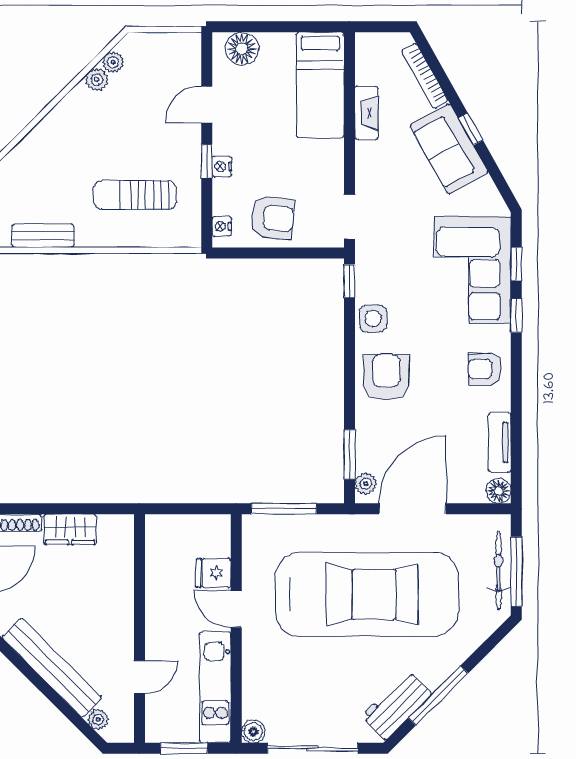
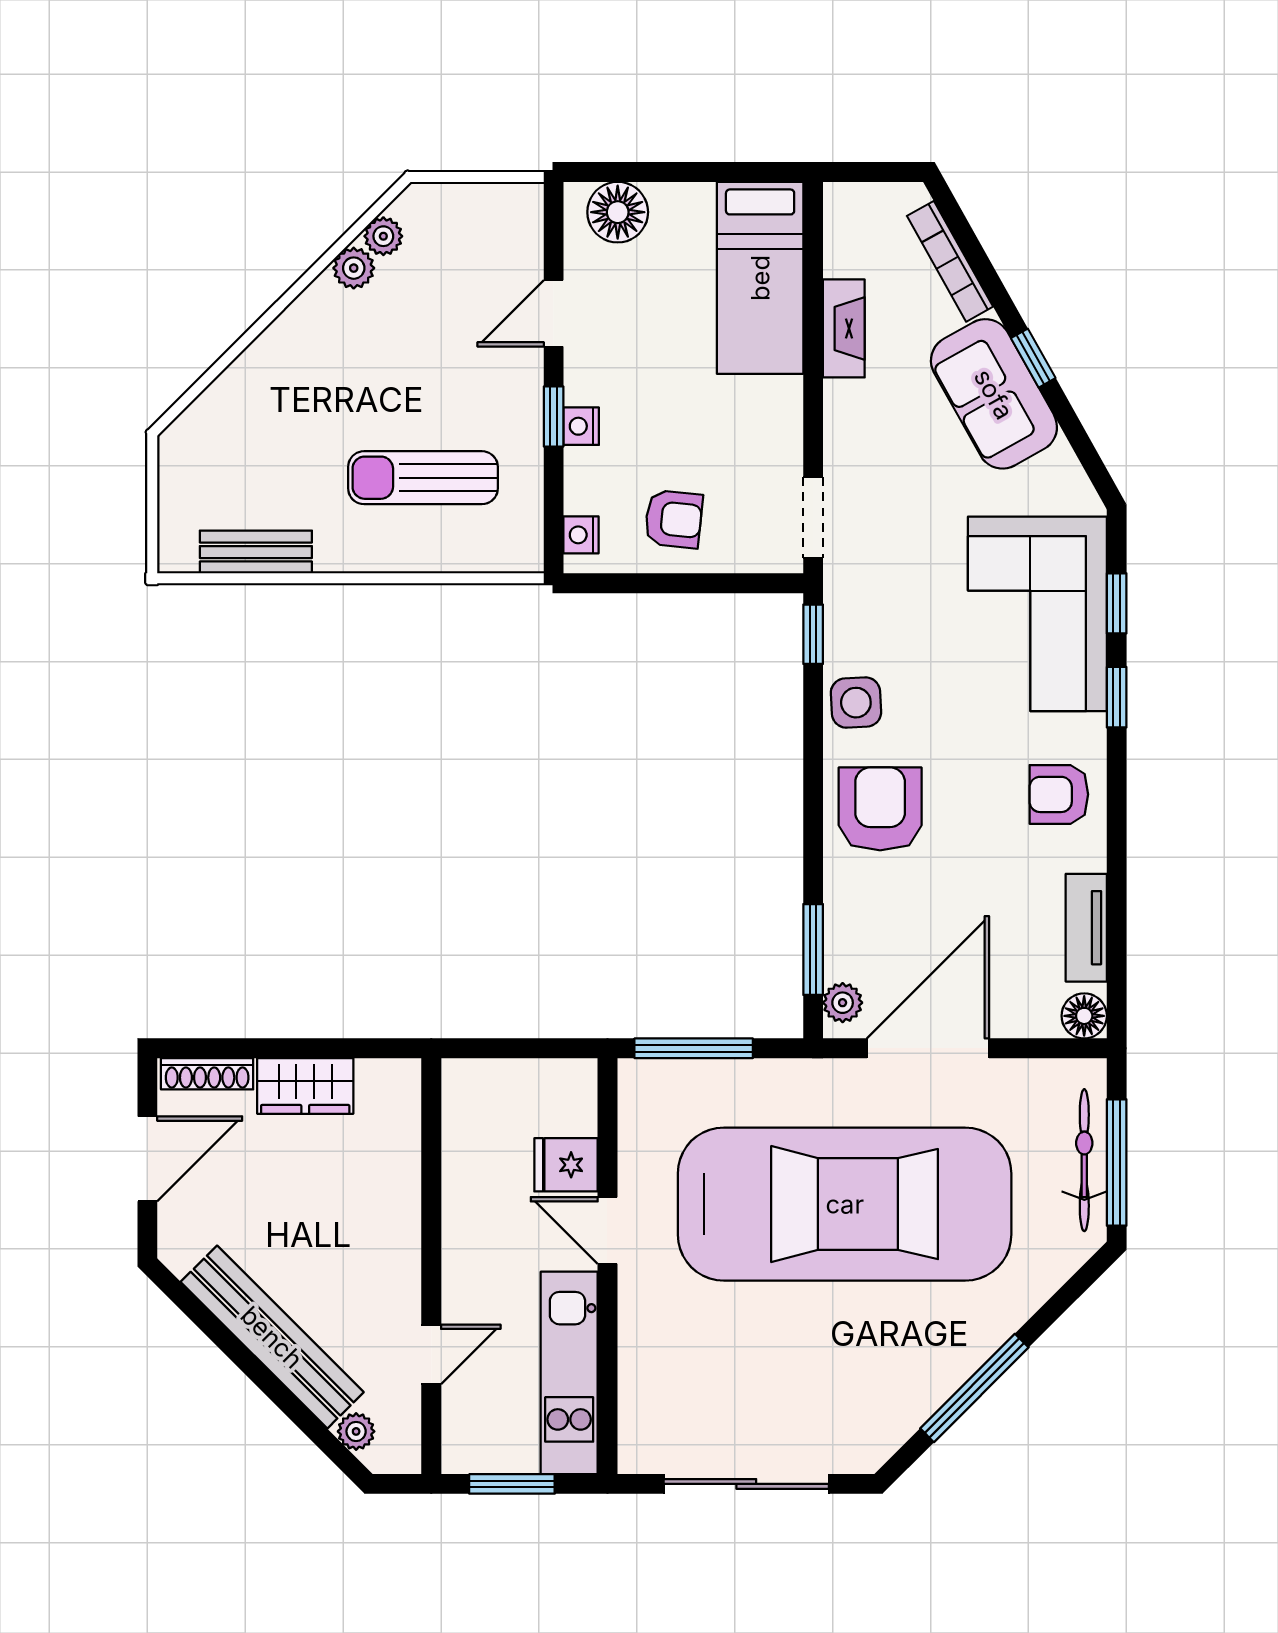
armchair: (273, 218) -> (674, 519), width x0.72, depth x0.72
workbench: (397, 705) -> (899, 1405), removed
boiler: (253, 731) -> (638, 1453), removed

